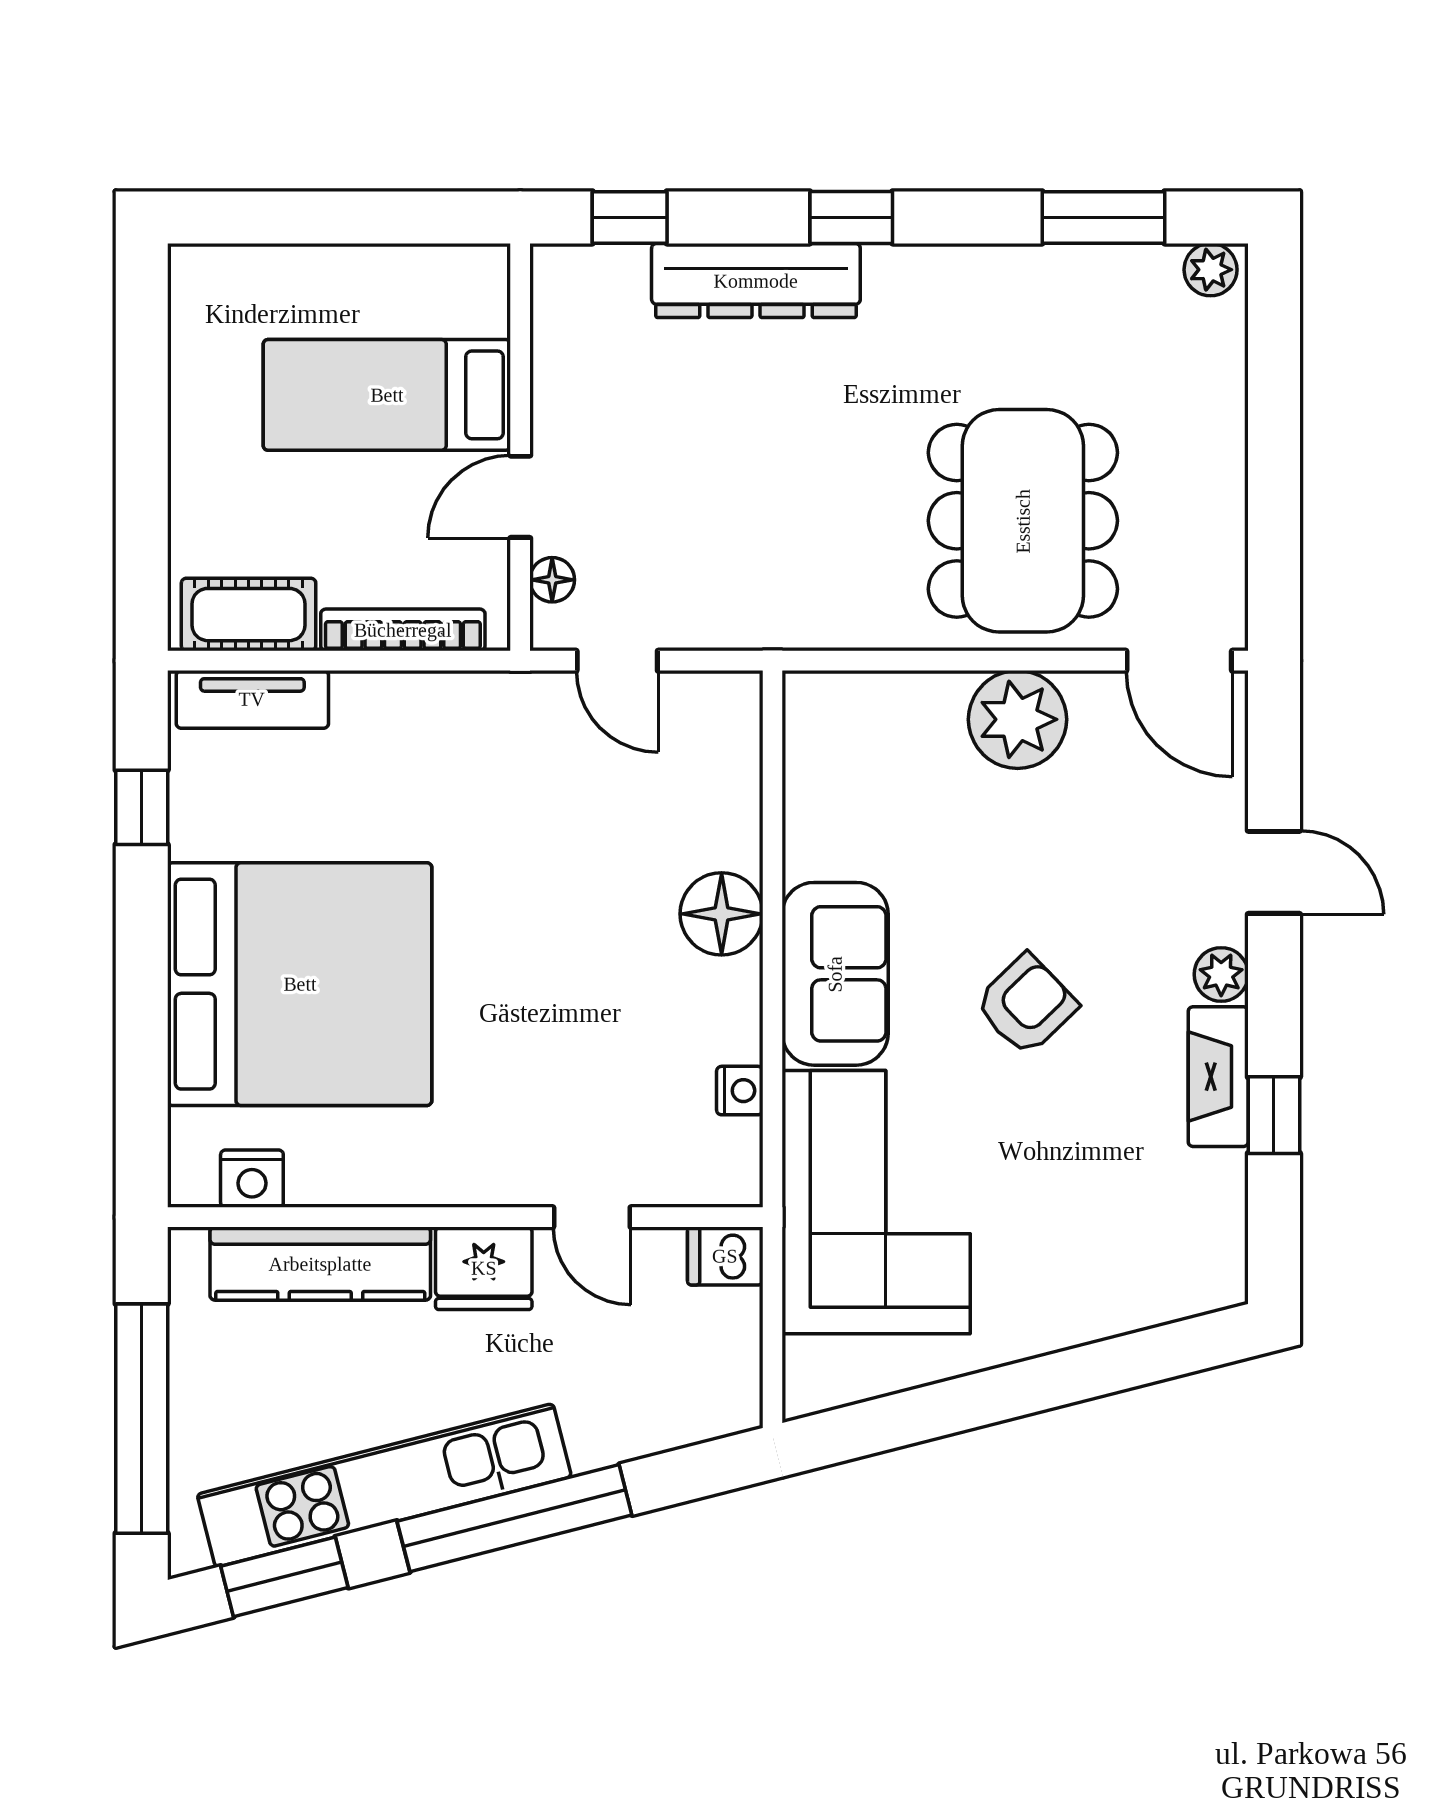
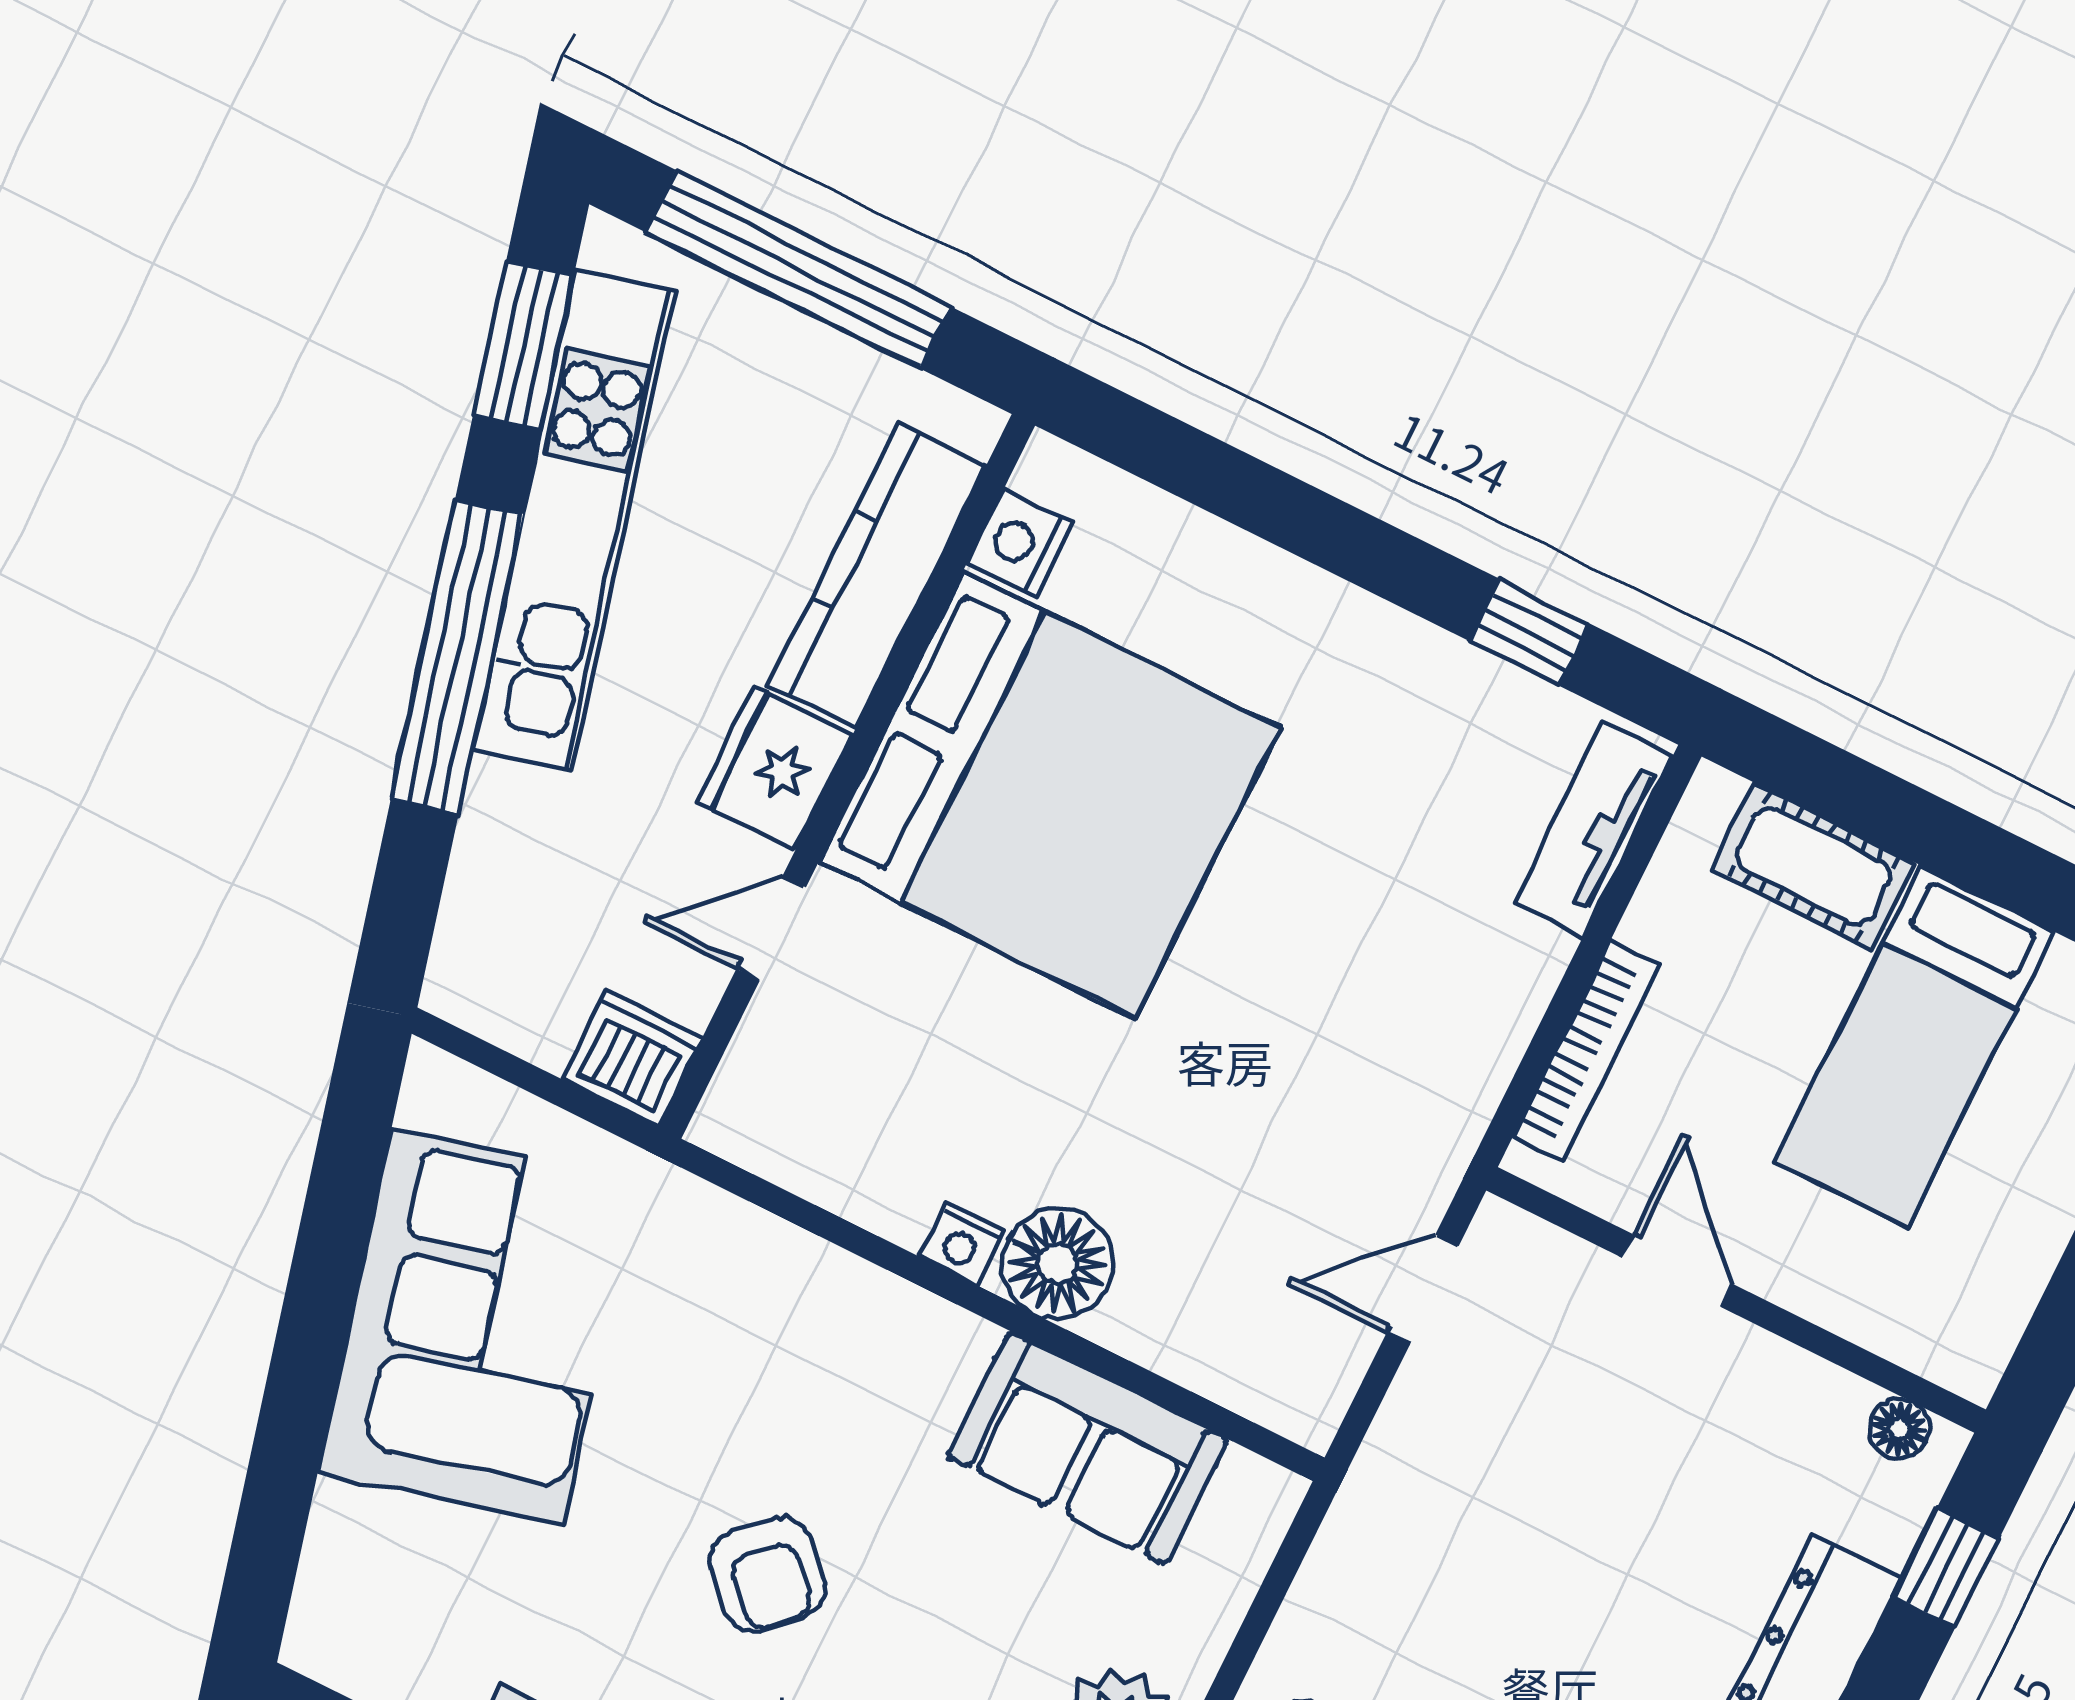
bed: (387, 395) -> (1915, 1047), moved, turned 180
floor lamp: (552, 580) -> (1899, 1429), moved
cot: (249, 615) -> (1813, 866), moved, turned 90
sofa: (835, 974) -> (1088, 1448), moved
bed: (300, 984) -> (1049, 794), moved, turned -90
nightstand: (740, 1091) -> (962, 1243), moved
corner sofa: (876, 1202) -> (477, 1327), moved, turned -104
dishwasher: (725, 1256) -> (632, 1058), width x1.38

